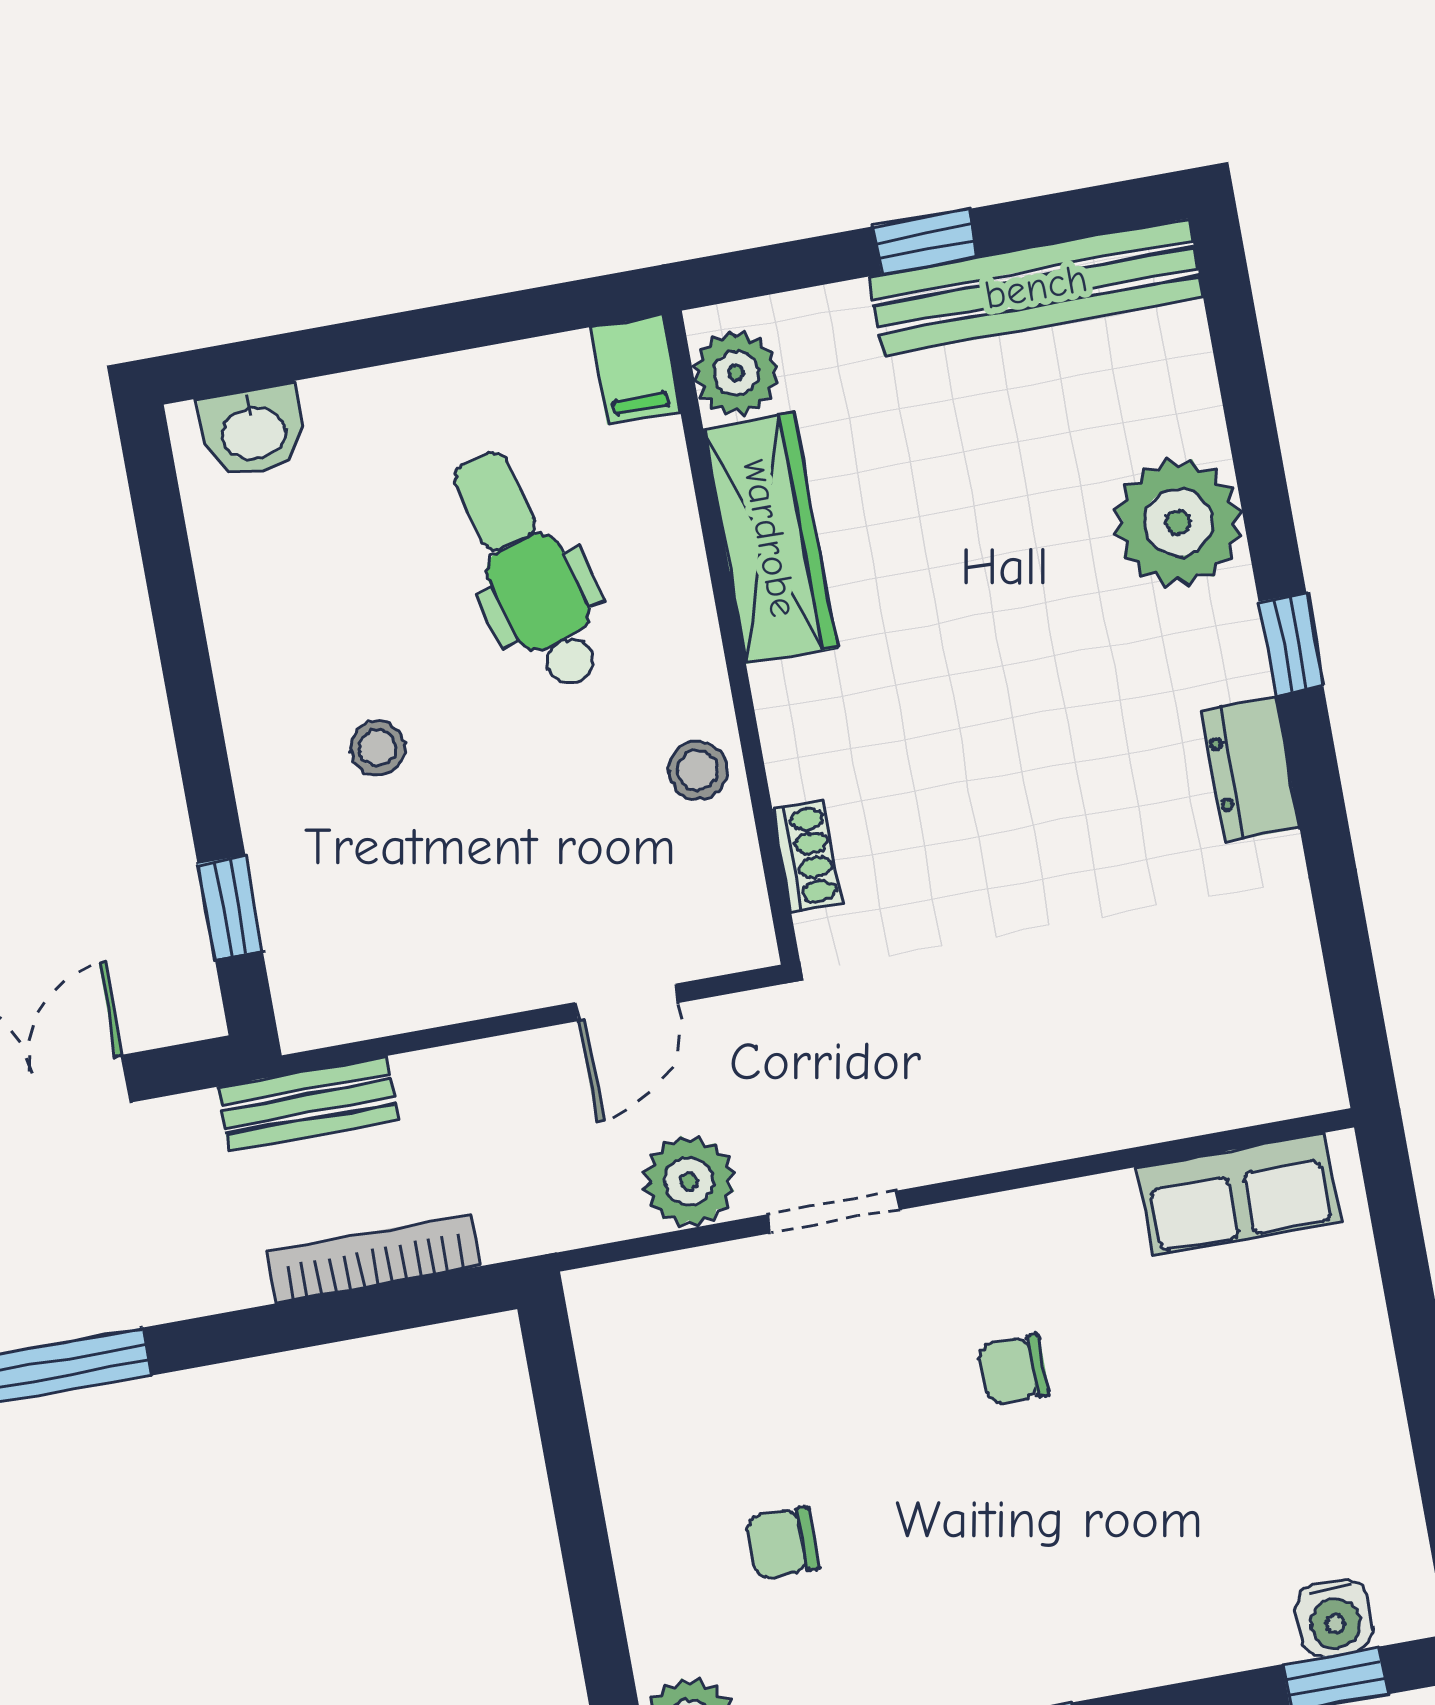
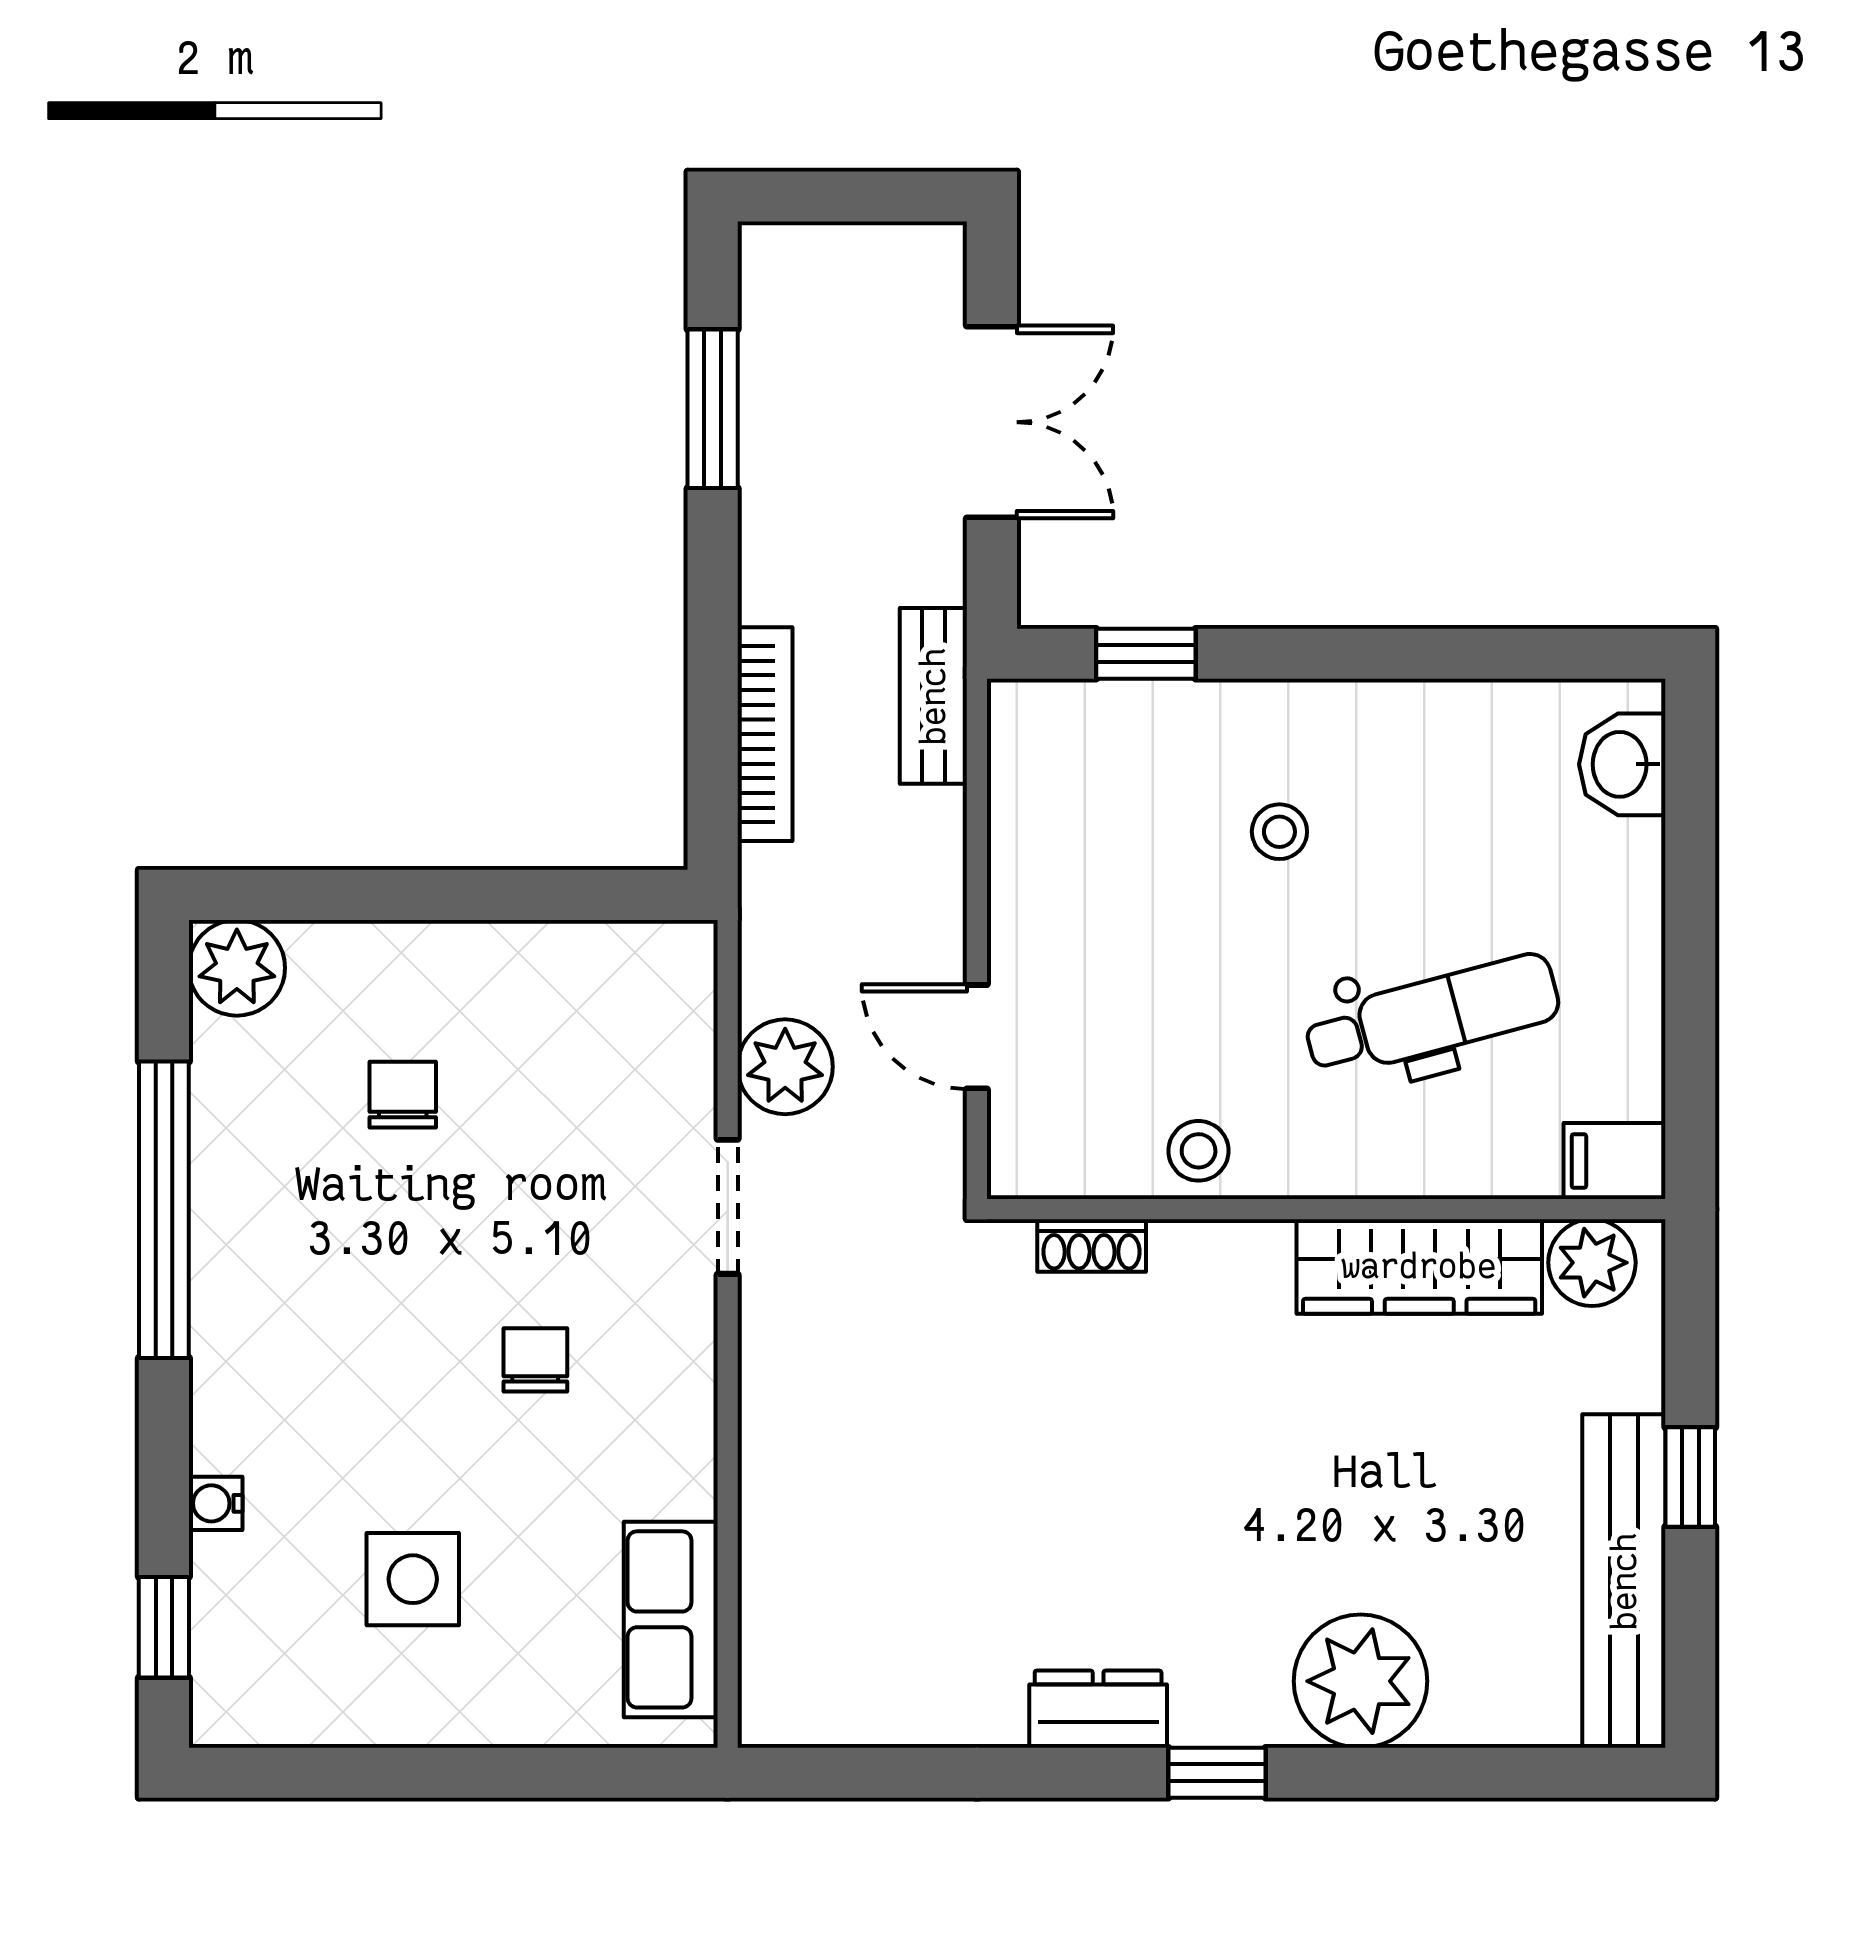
side table: (1245, 1449) -> (413, 1579), added
water cooler: (1334, 1618) -> (216, 1503), moved, width x0.72, depth x0.72

